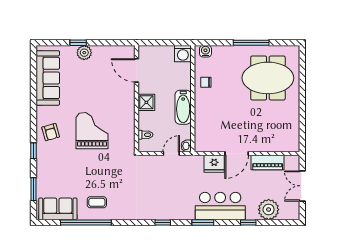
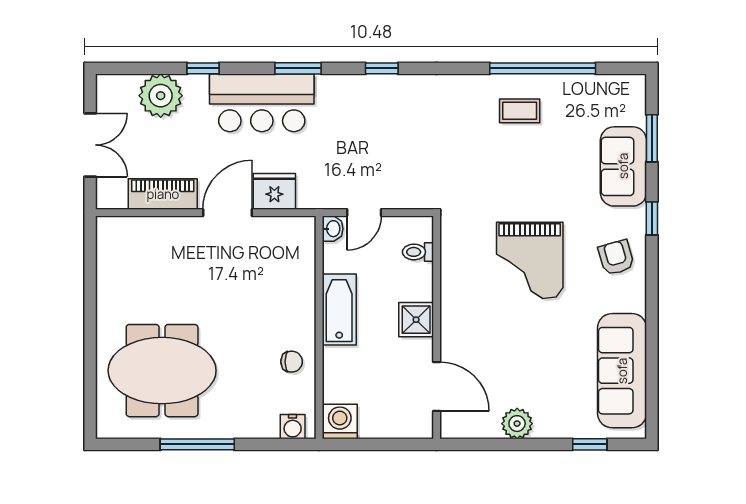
window: (78, 43) -> (590, 444), moved
plant: (84, 53) -> (517, 424), moved
sofa: (58, 209) -> (623, 166), moved, turned 90

